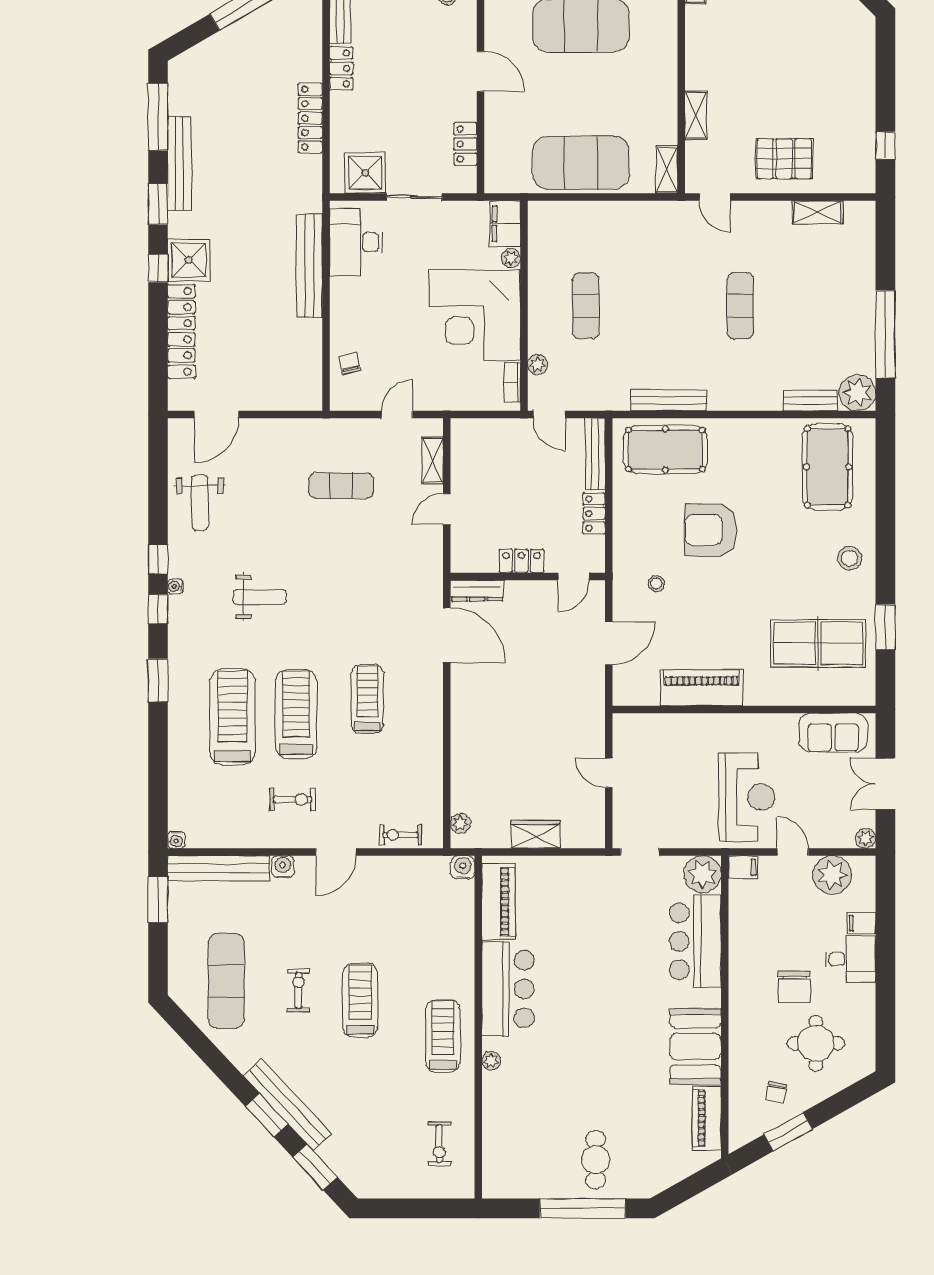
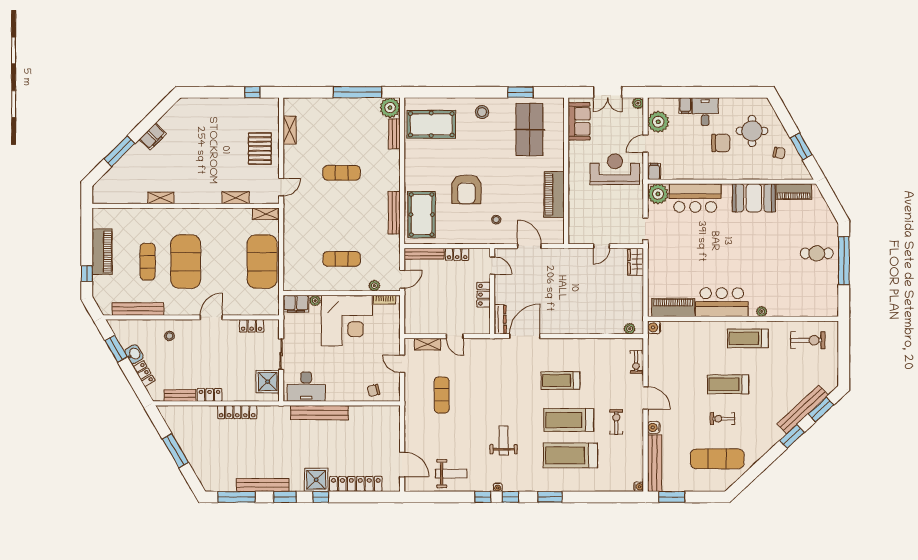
wardrobe: (536, 834) -> (636, 262), moved
bench: (287, 1105) -> (803, 409), moved
exercise bike: (439, 1144) -> (808, 340), width x1.38, depth x1.39

